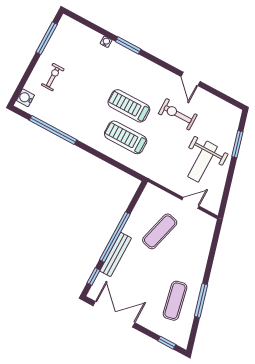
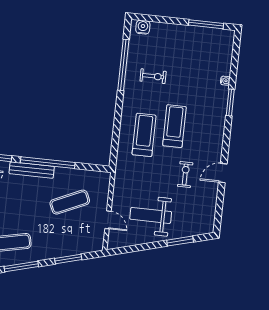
exercise bike: (53, 77) -> (153, 76), moved
exercise bike: (178, 114) -> (185, 175), width x0.73, depth x0.72
exercise mat: (160, 231) -> (70, 202), turned -39
window: (212, 254) -> (68, 259), added

